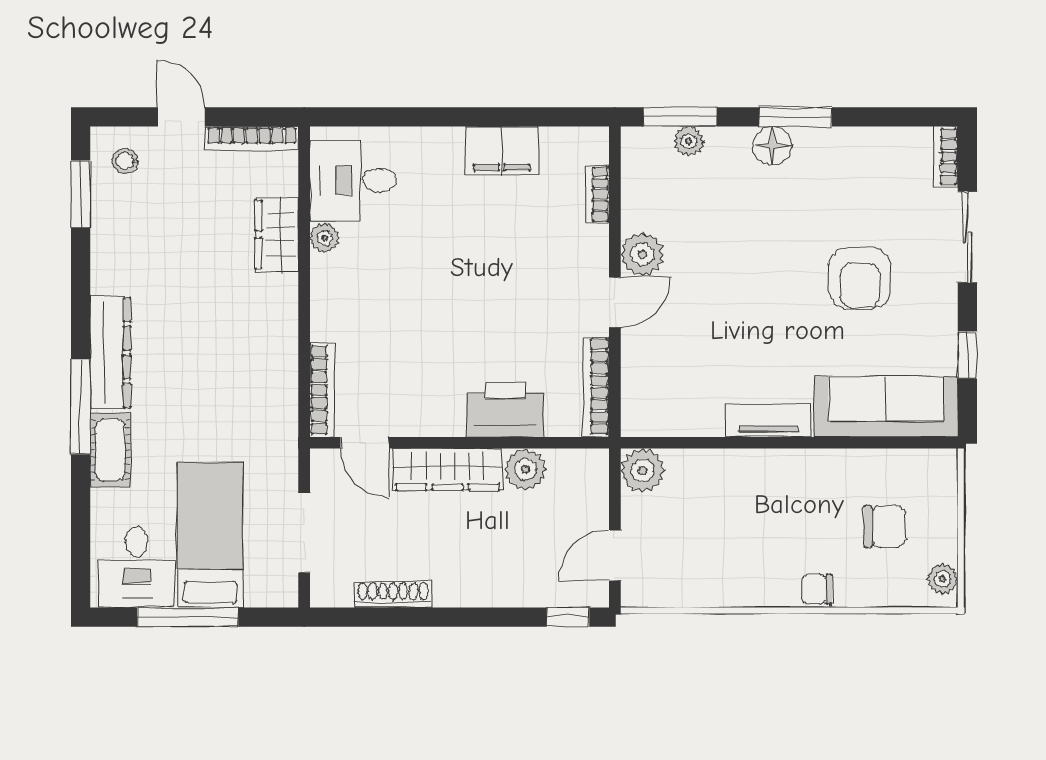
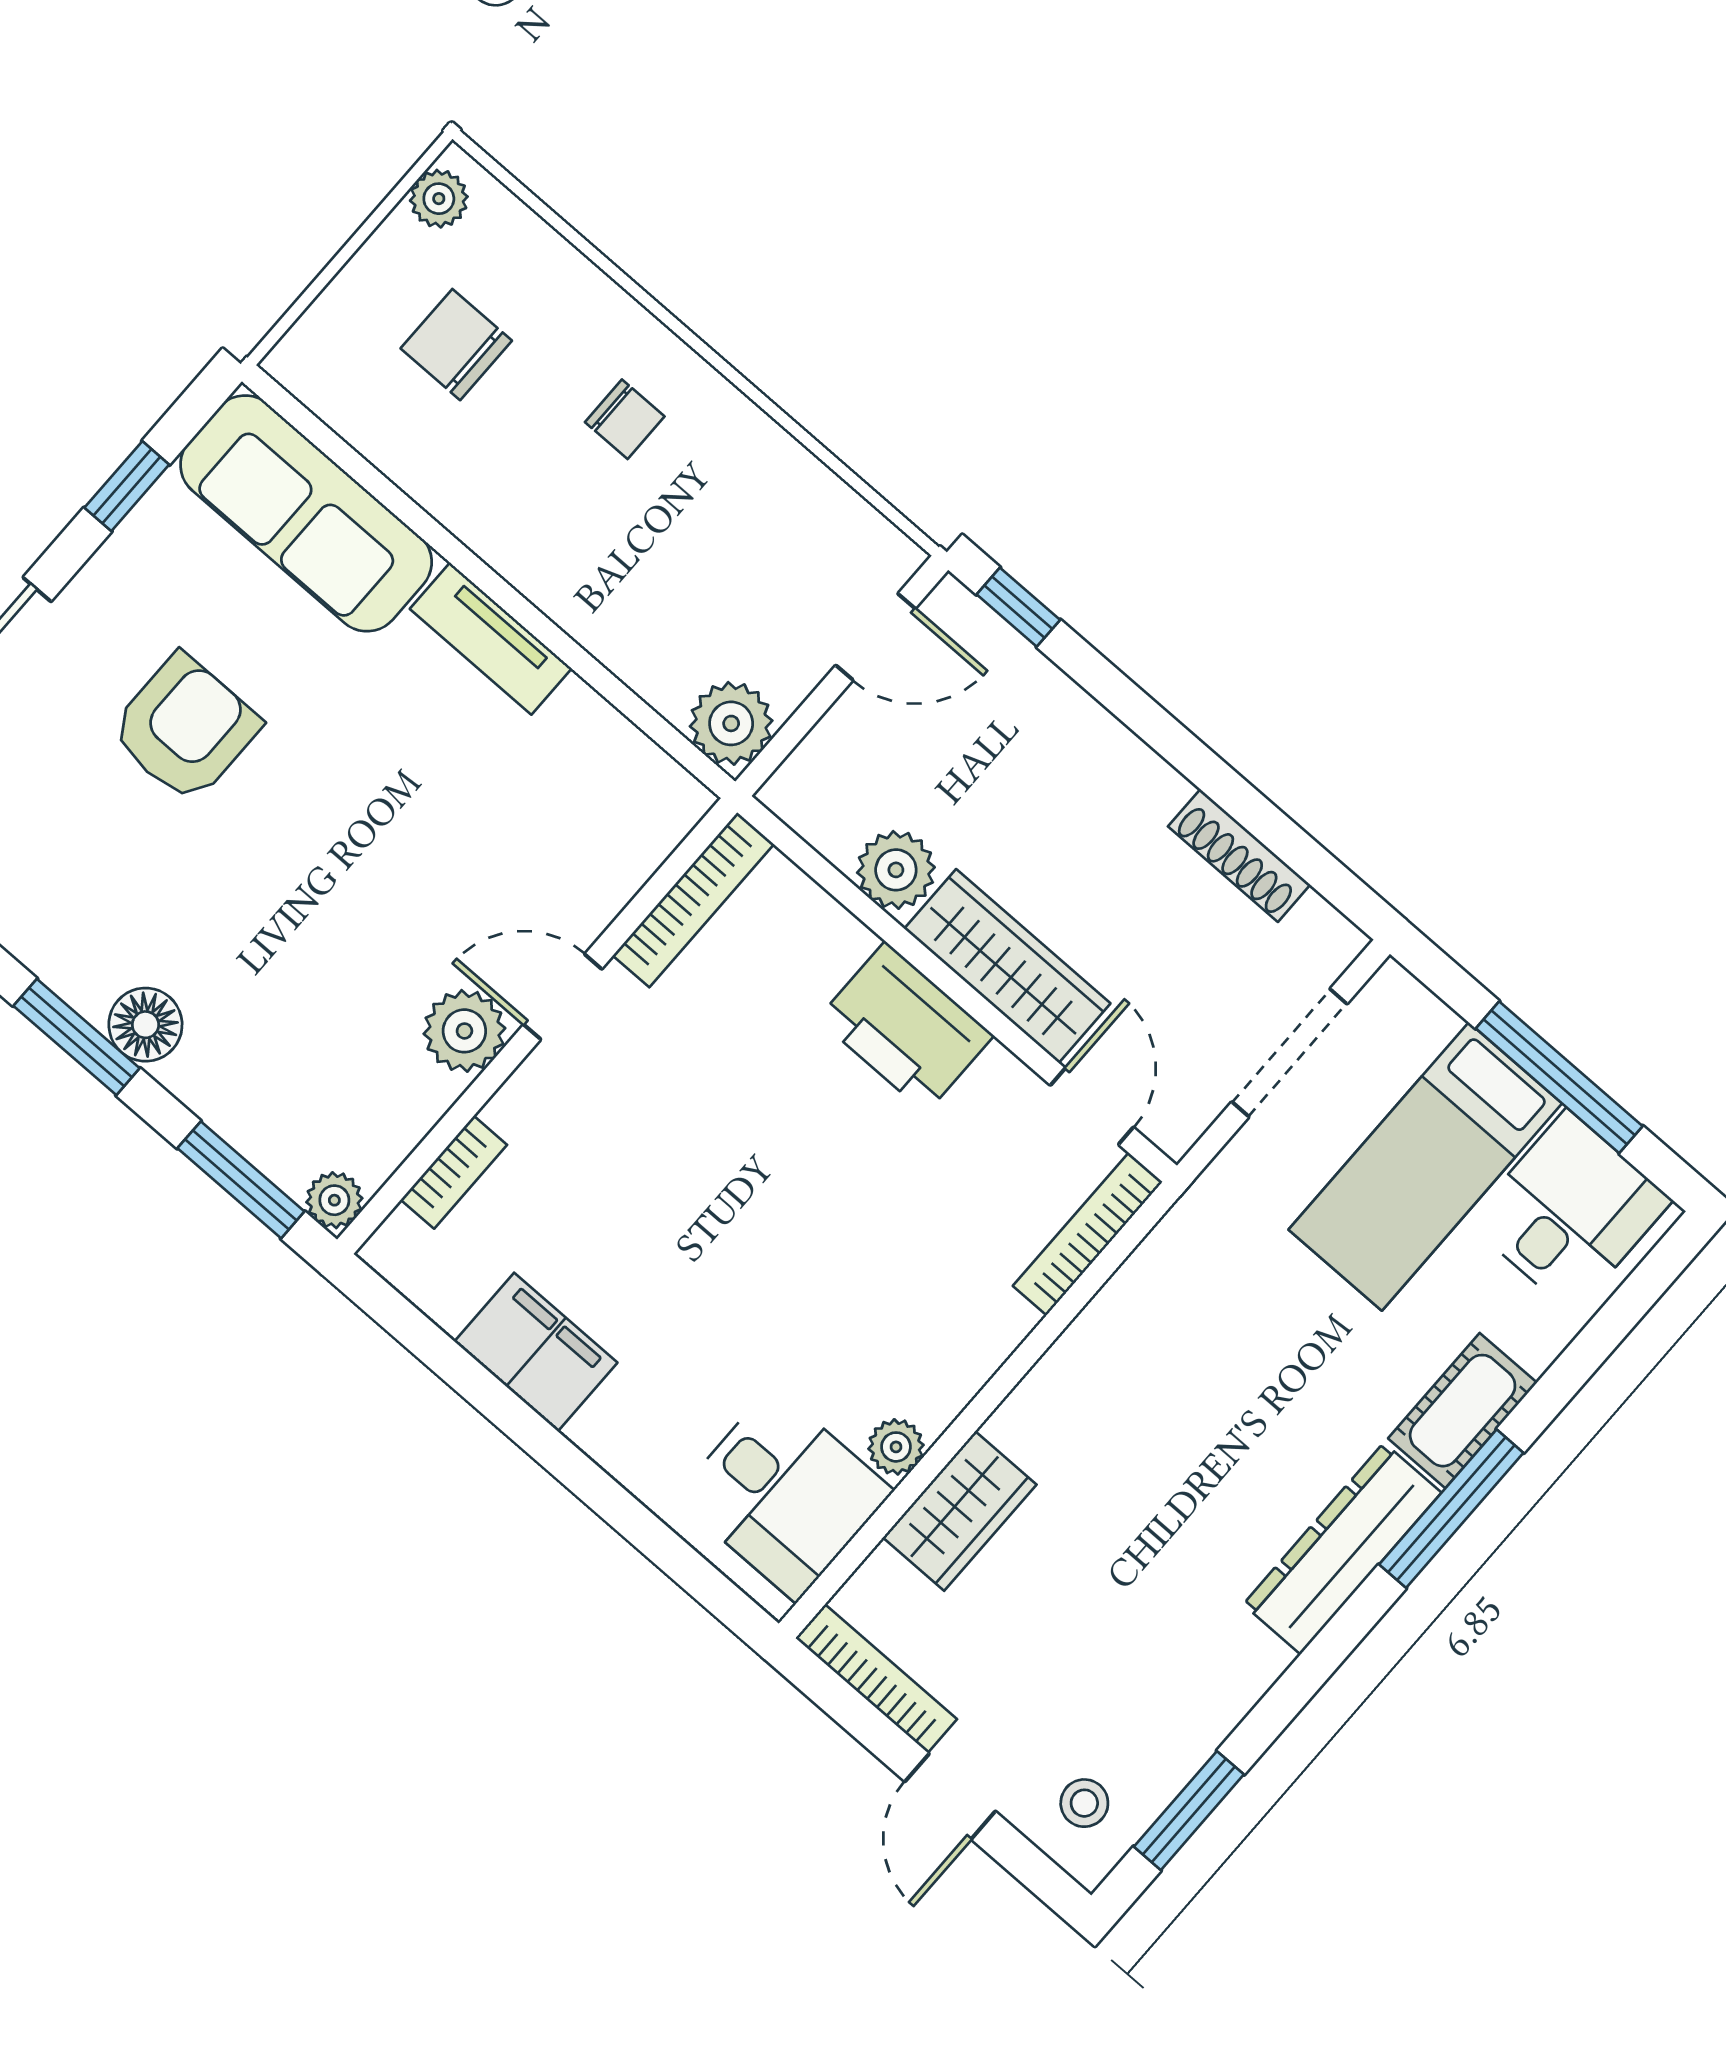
plant: (689, 141) -> (334, 1200), moved
printer: (505, 409) -> (906, 1027), moved
chair: (817, 589) -> (625, 419), moved

